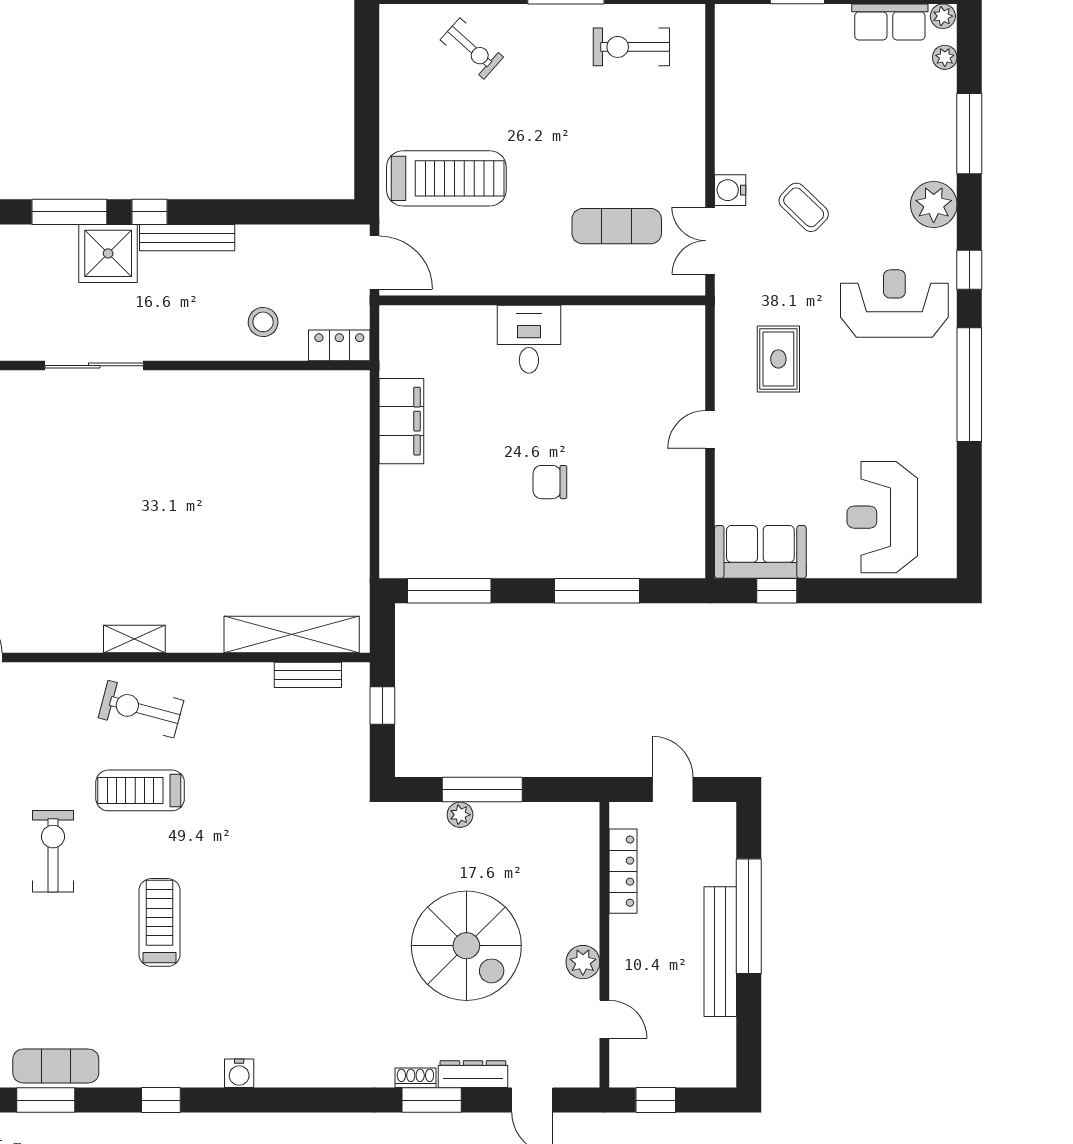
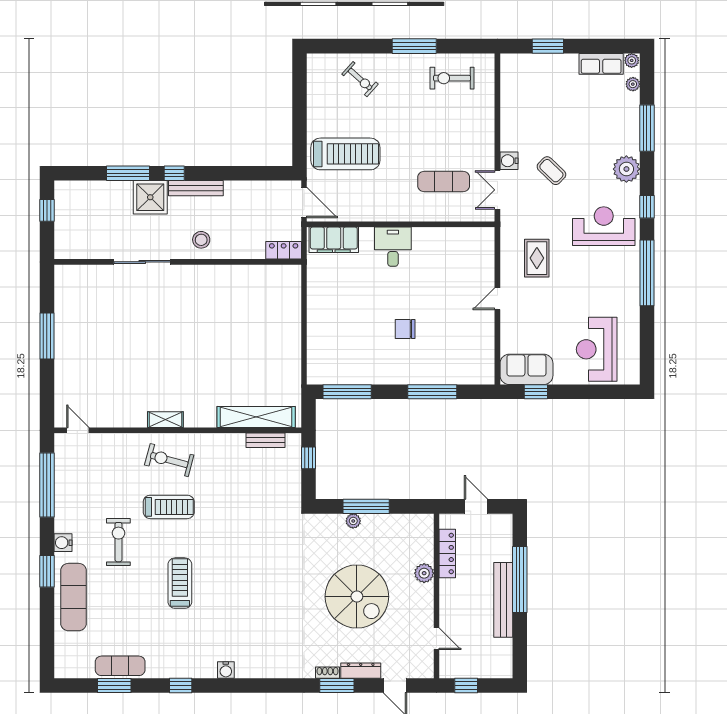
stool: (263, 322) -> (201, 240), moved
filing cabinet: (401, 421) -> (334, 240), moved, turned 90
treadmill: (140, 790) -> (169, 507), turned 180
plant: (583, 962) -> (424, 573), moved

